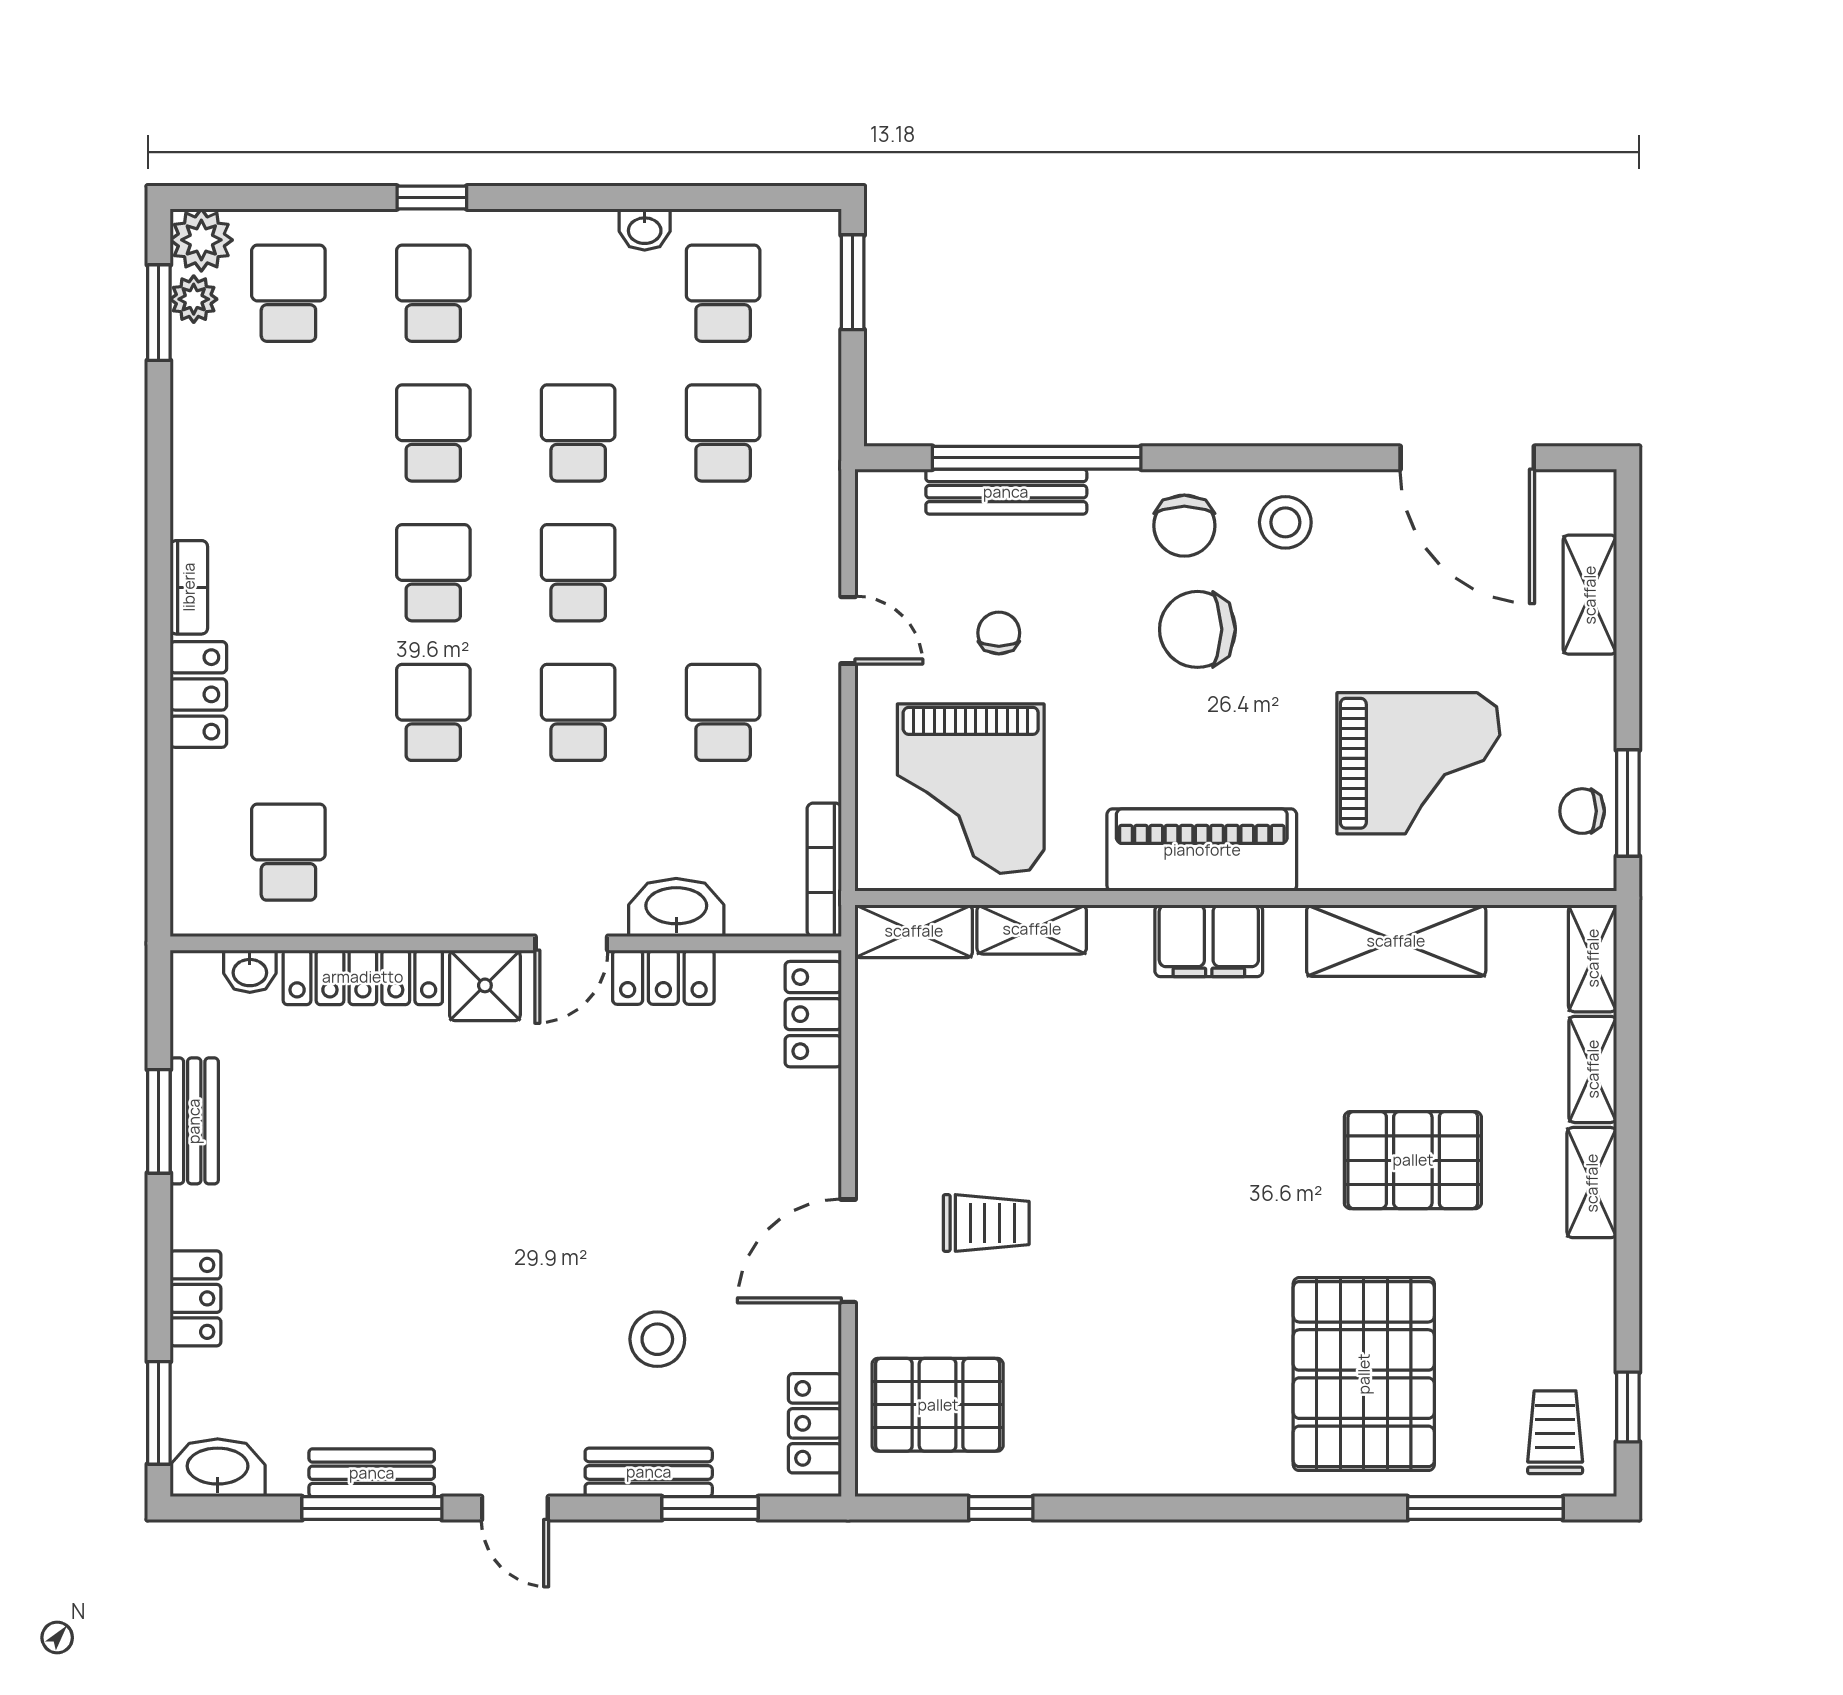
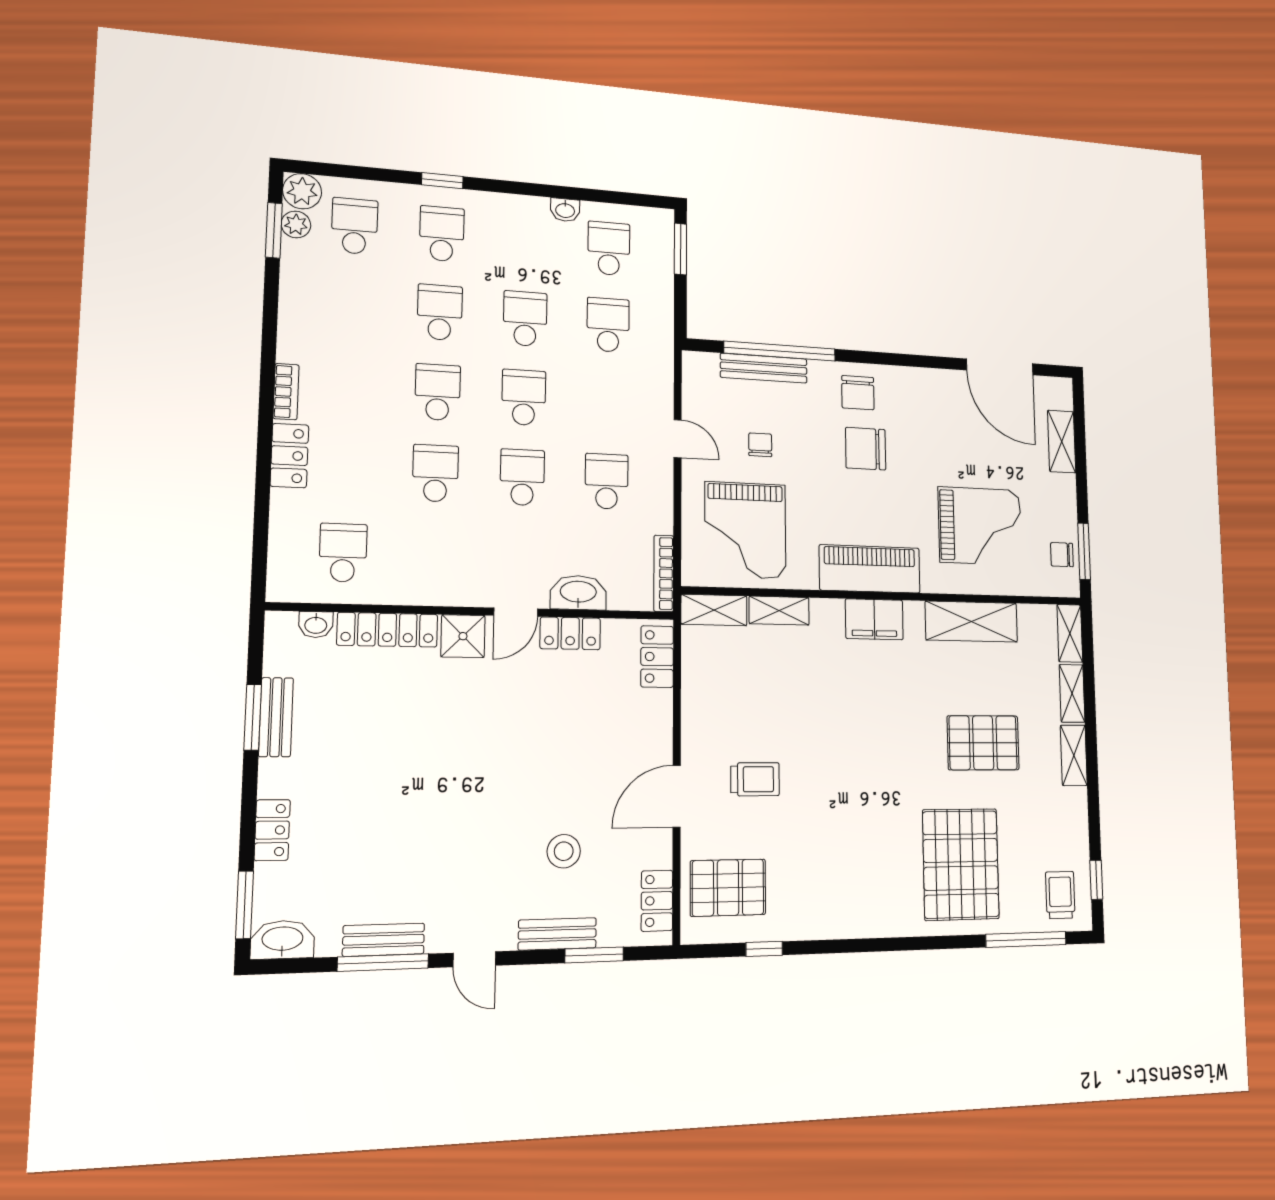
stool: (1285, 522) -> (910, 394), removed

